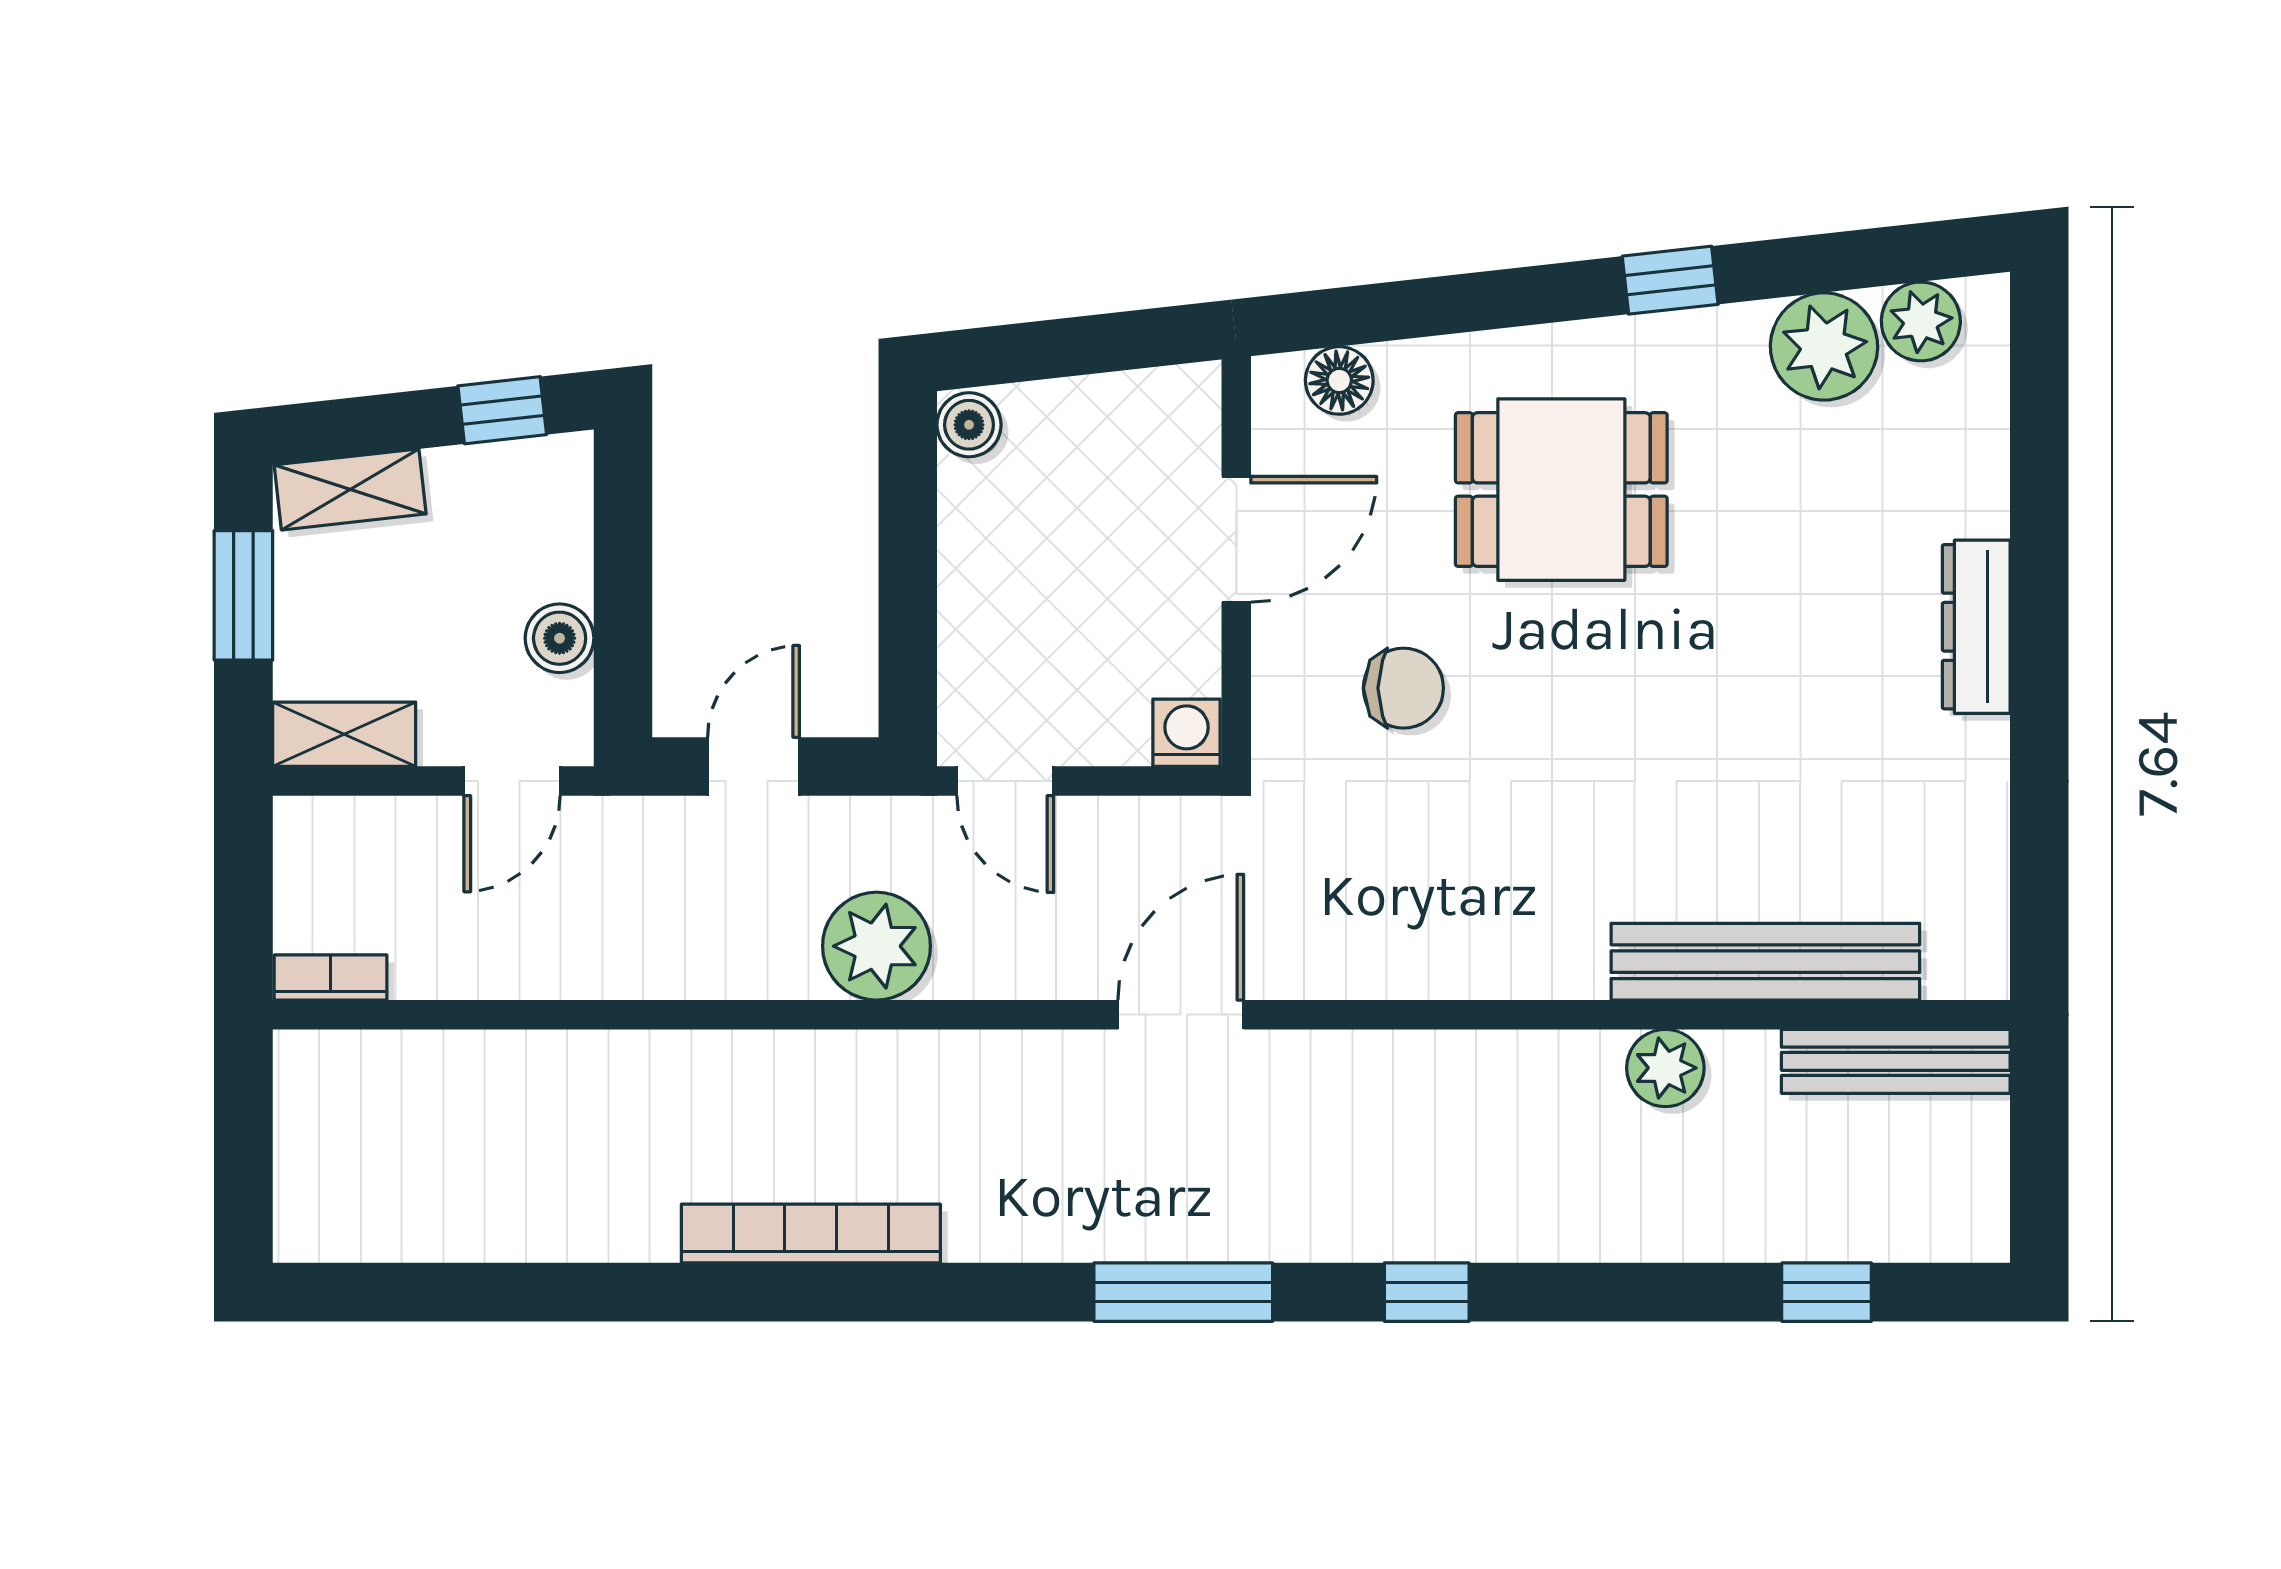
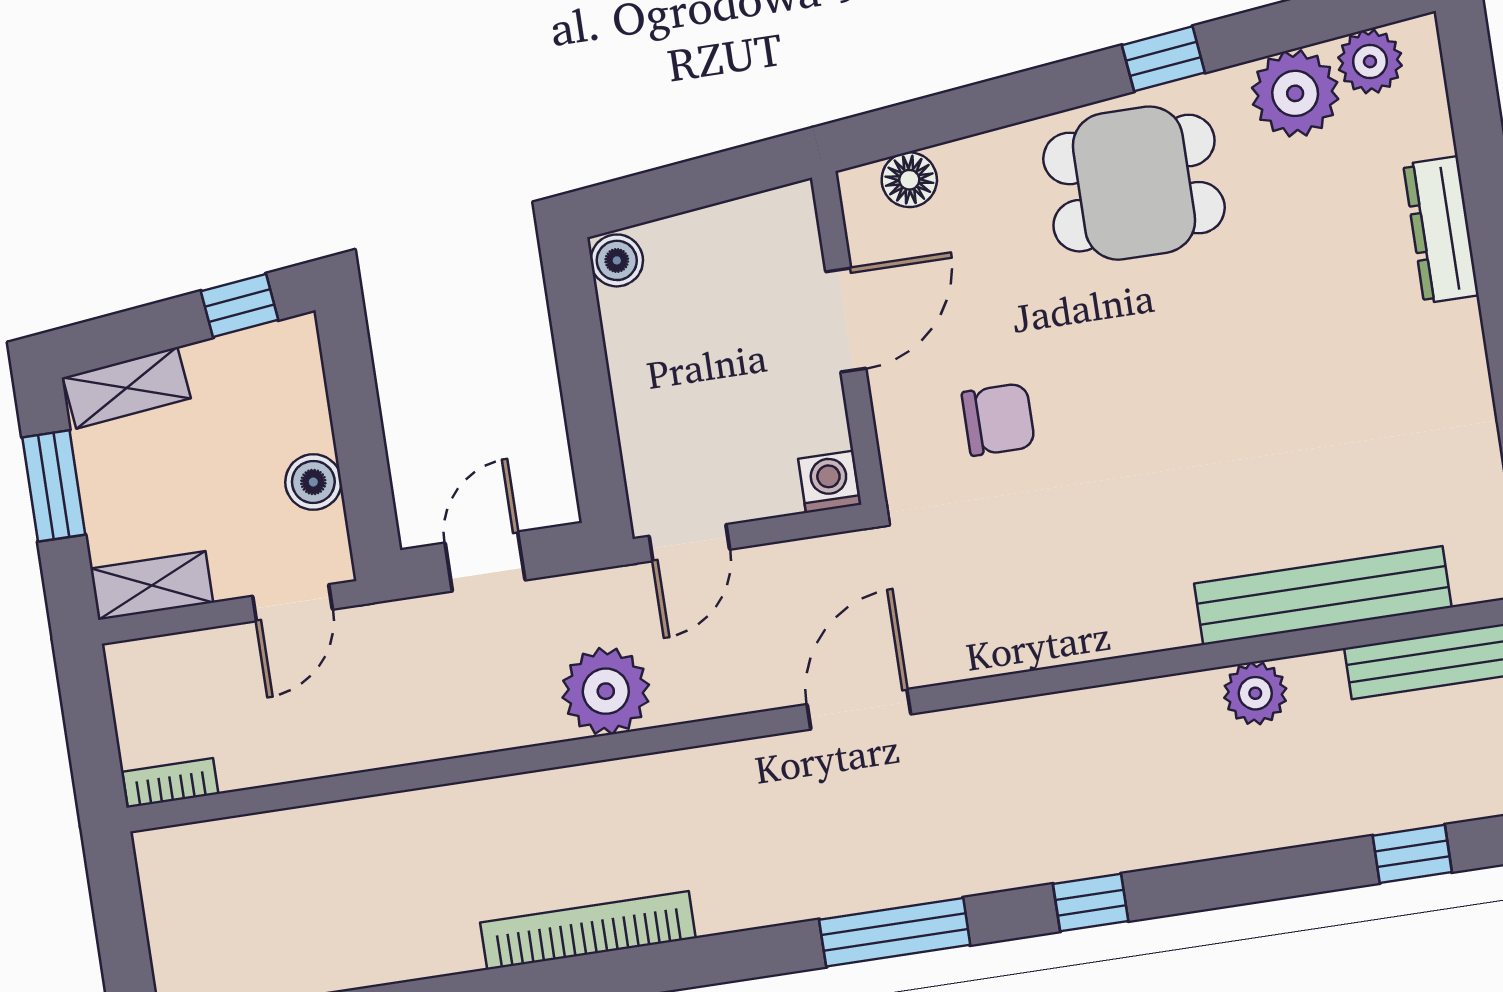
dining table: (1561, 490) -> (1134, 183), moved
dresser: (1976, 627) -> (1441, 230), moved
door: (1005, 781) -> (689, 543), hinge flipped

